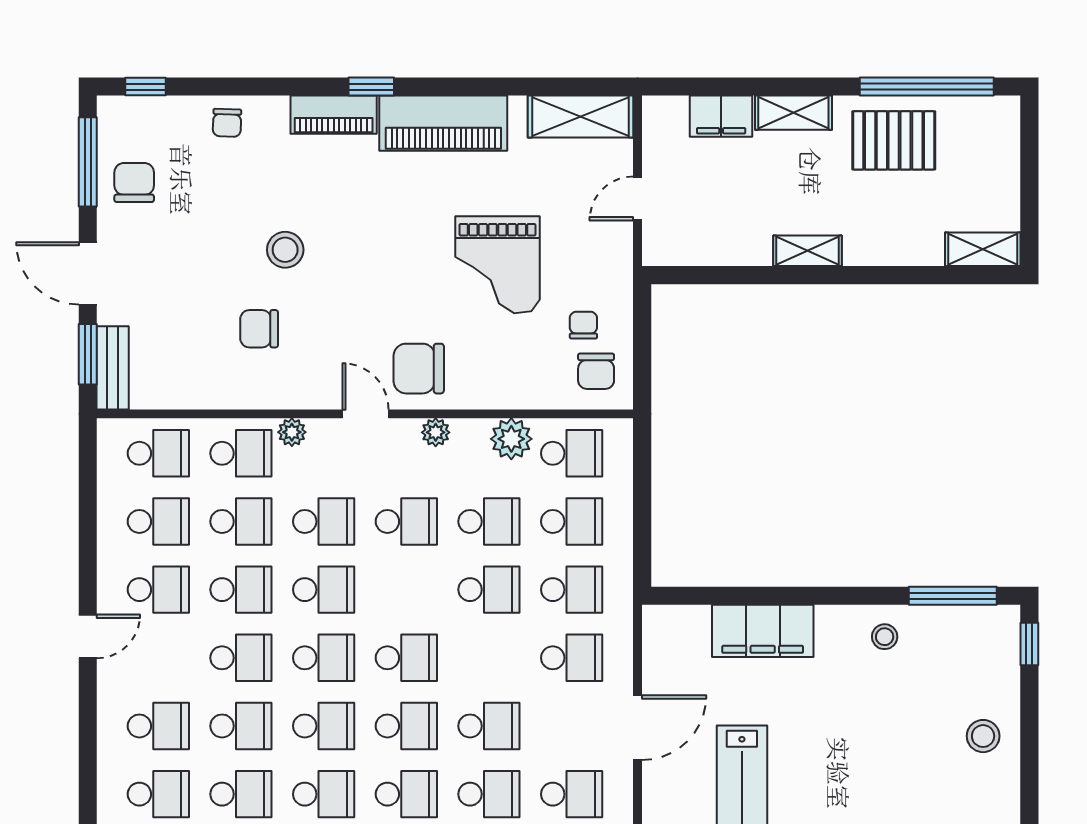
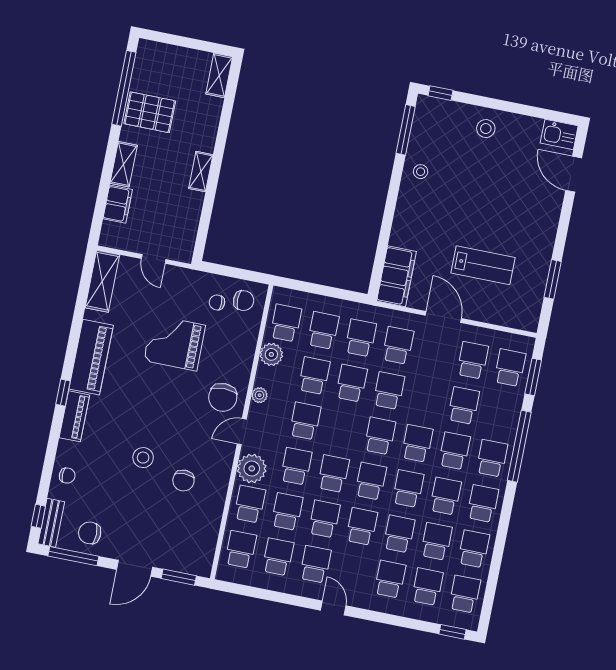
pallet: (894, 140) -> (150, 112), turned 90
grand piano: (498, 265) -> (175, 343), turned 180
bench: (113, 368) -> (51, 523), moved, turned 90
plant: (292, 432) -> (252, 468), width x1.87, depth x1.87
filing cabinet: (763, 631) -> (396, 276), moved
school desk: (489, 726) -> (389, 391), moved

